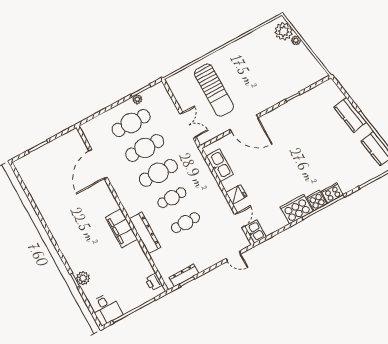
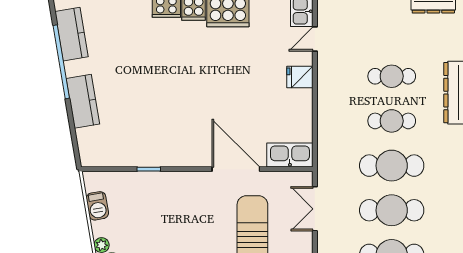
barbecue: (310, 61) -> (97, 206), added
kitchen sink: (220, 165) -> (290, 155), moved, turned 90

